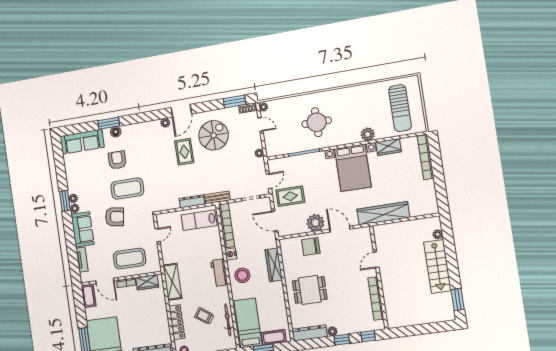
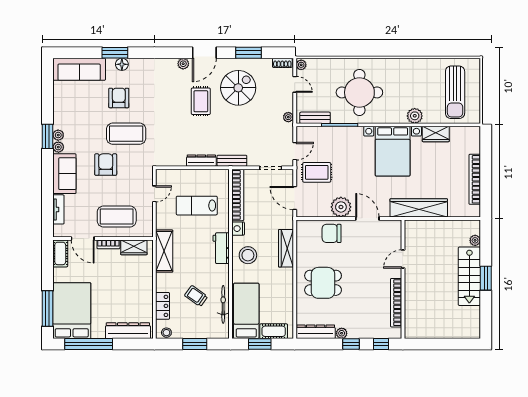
window: (235, 102) -> (249, 53), moved
round table: (317, 122) -> (359, 92), width x1.36, depth x1.36
bench: (282, 150) -> (315, 118), added
bookcase: (426, 157) -> (475, 179), moved
armchair: (115, 217) -> (106, 165), turned -98
lab bench: (199, 220) -> (197, 206), moved
window: (458, 299) -> (486, 278), moved
locker: (177, 322) -> (163, 306), width x0.66

